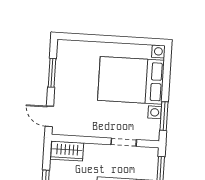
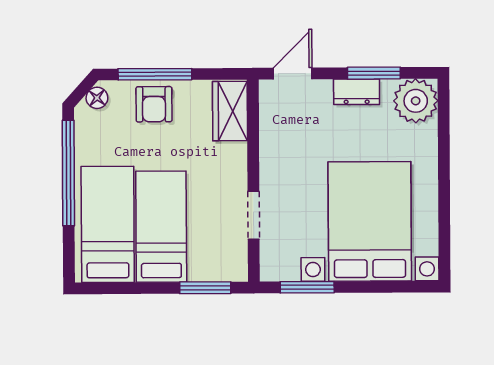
plant: (68, 52) -> (416, 101), added
dresser: (61, 83) -> (357, 92), added

